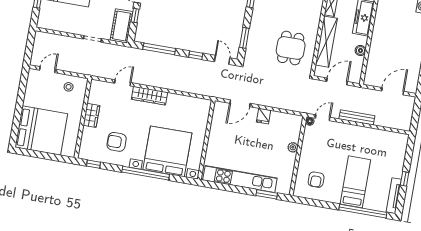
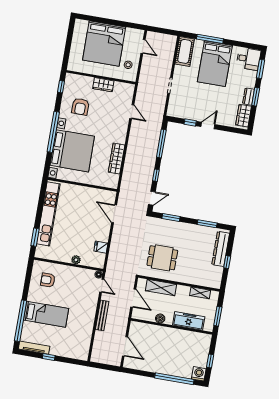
cot: (121, 26) -> (185, 51), moved, turned 90
shelving: (326, 42) -> (161, 288), width x0.68
wardrobe: (149, 96) -> (117, 159), moved
fridge: (264, 116) -> (101, 247), moved
bed: (41, 130) -> (104, 44), moved
armchair: (117, 142) -> (80, 107), turned 180

